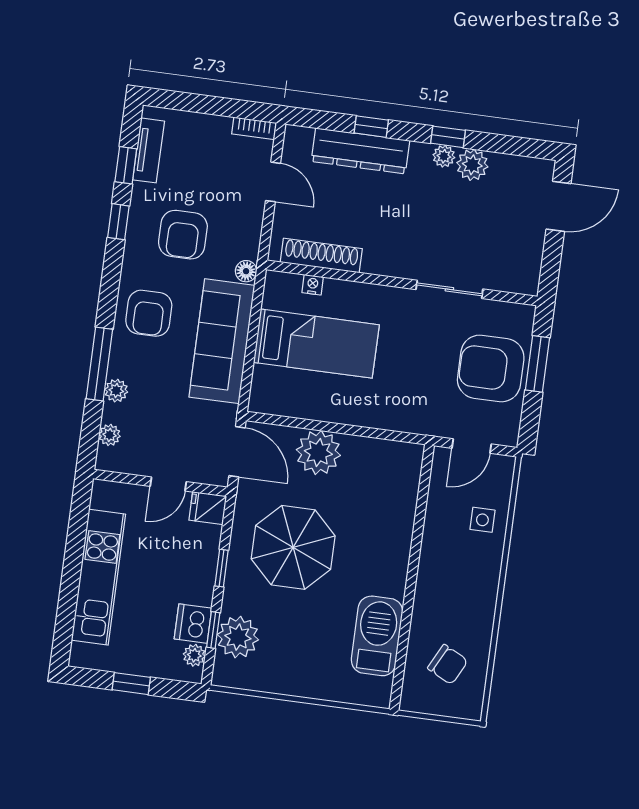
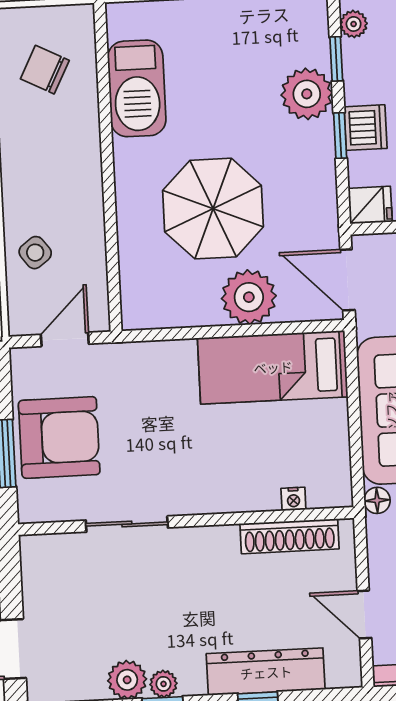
bed: (316, 344) -> (273, 367), moved
side table: (482, 520) -> (35, 253), turned -37
parasol: (293, 547) -> (213, 209), moved
dishwasher: (193, 624) -> (366, 128), moved
plant: (238, 637) -> (307, 94), moved

